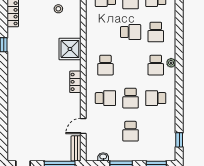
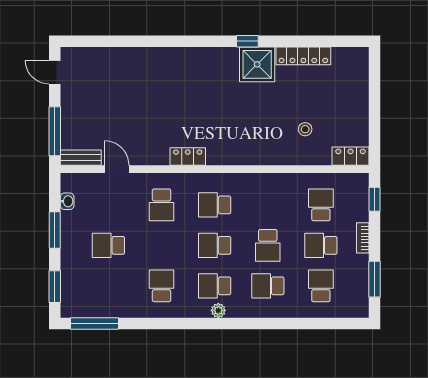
shower: (70, 49) -> (257, 64), moved
school desk: (131, 98) -> (215, 245), moved
window: (179, 140) -> (94, 323), width x2.17

